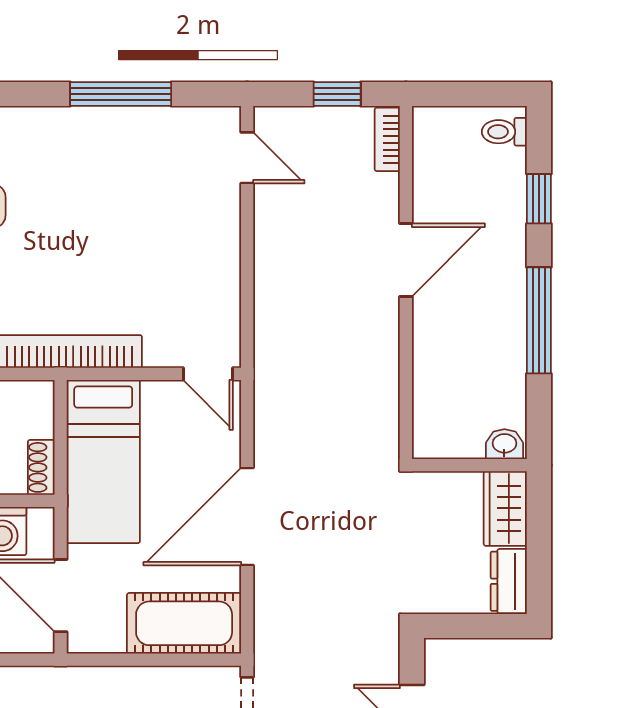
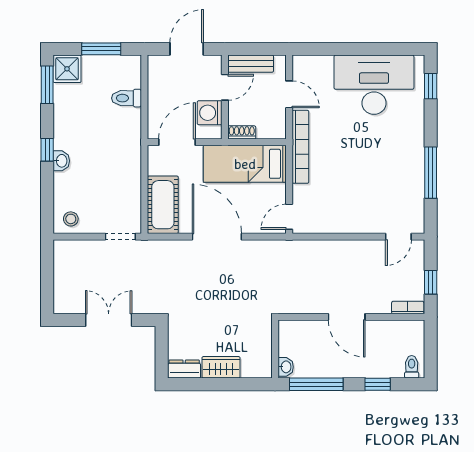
washbasin: (504, 444) -> (286, 367), moved
wall: (469, 465) -> (275, 349), moved

